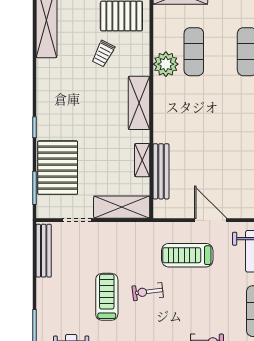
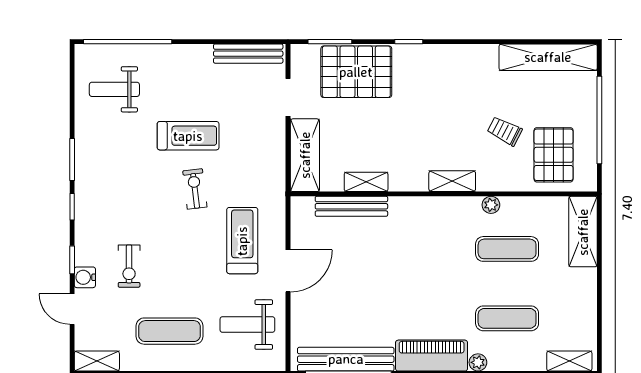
plant: (166, 64) -> (491, 205), width x0.53, depth x0.53
shelving: (139, 103) -> (452, 181), width x0.67, depth x0.75

